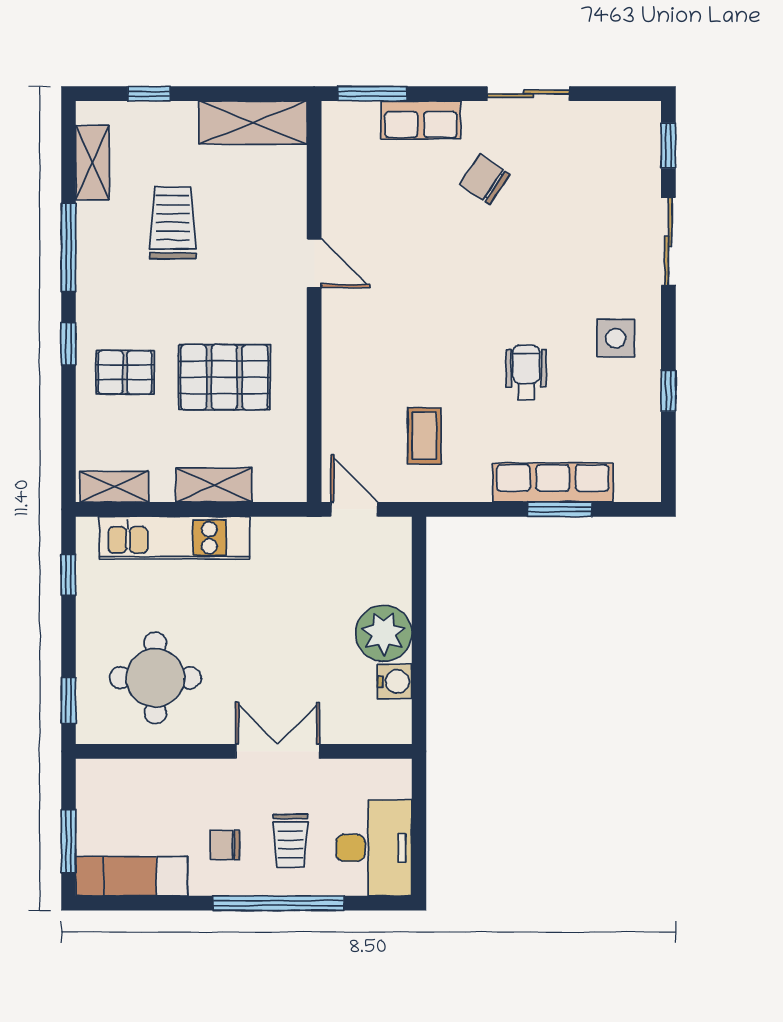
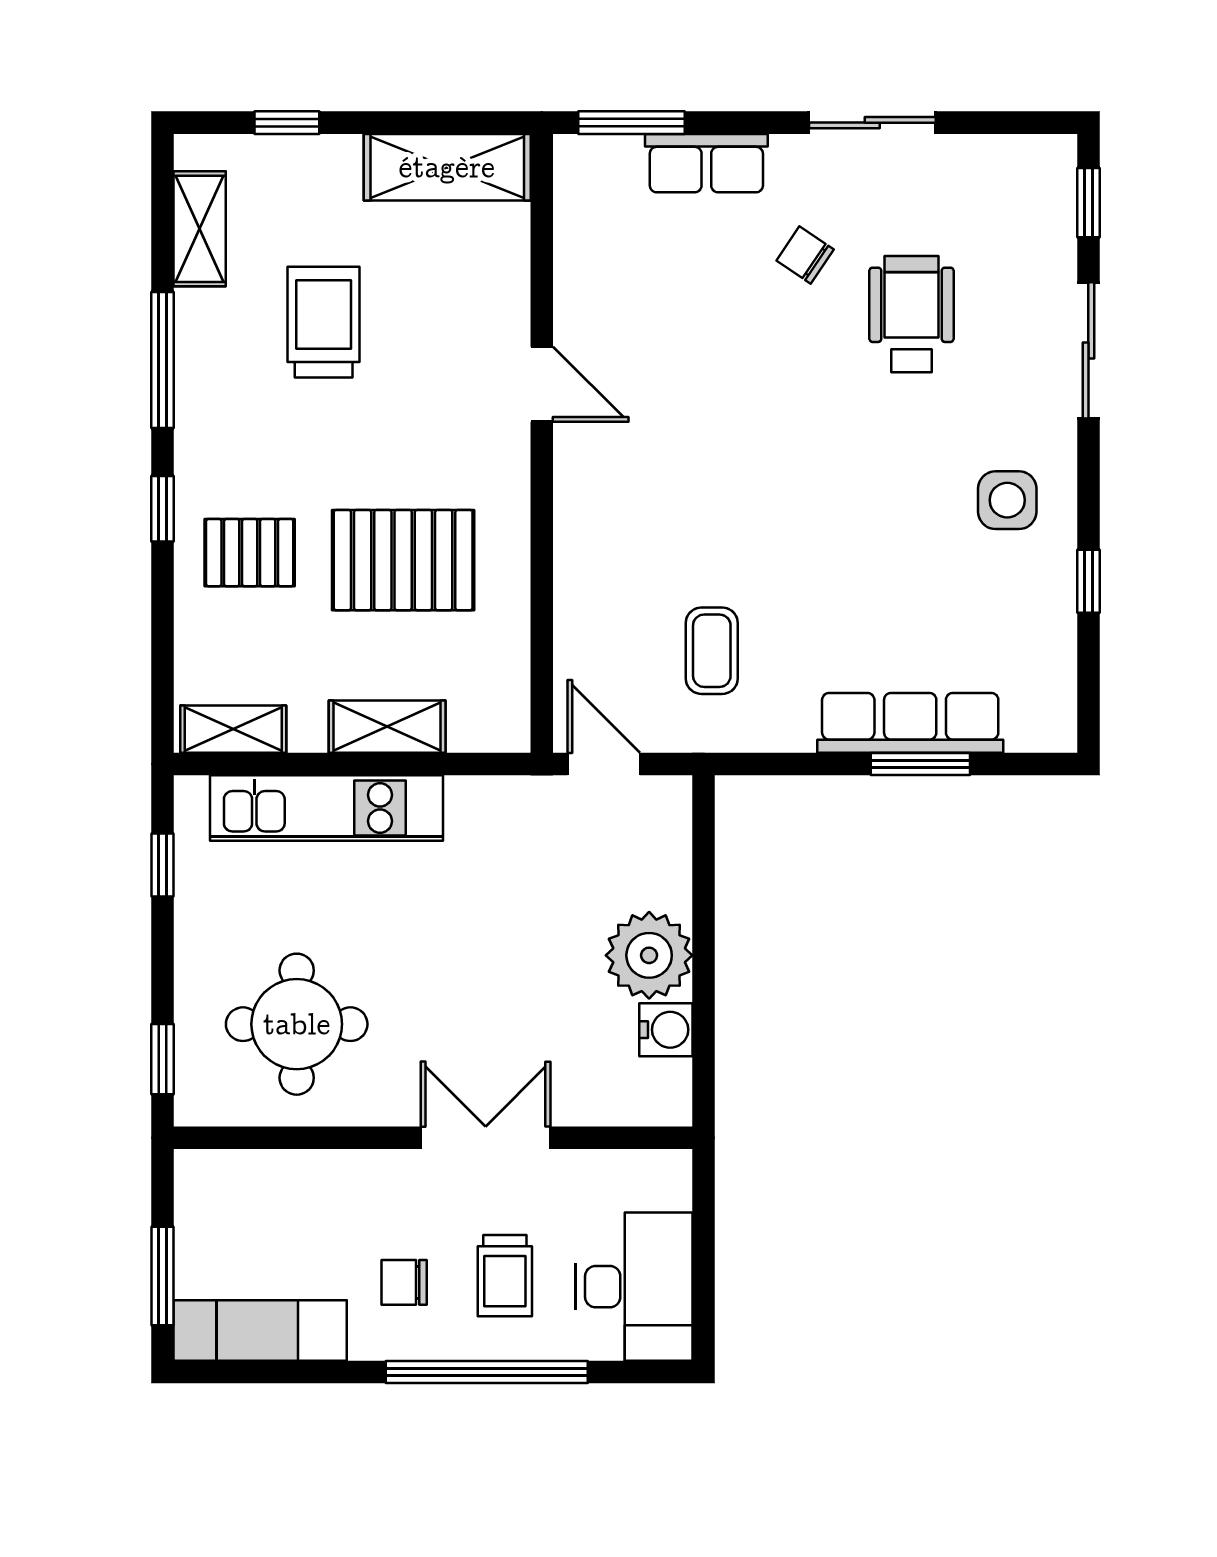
chair: (485, 179) -> (805, 255), width x0.73, depth x0.73
wheelchair: (526, 373) -> (912, 314), moved, width x1.36, depth x1.37

